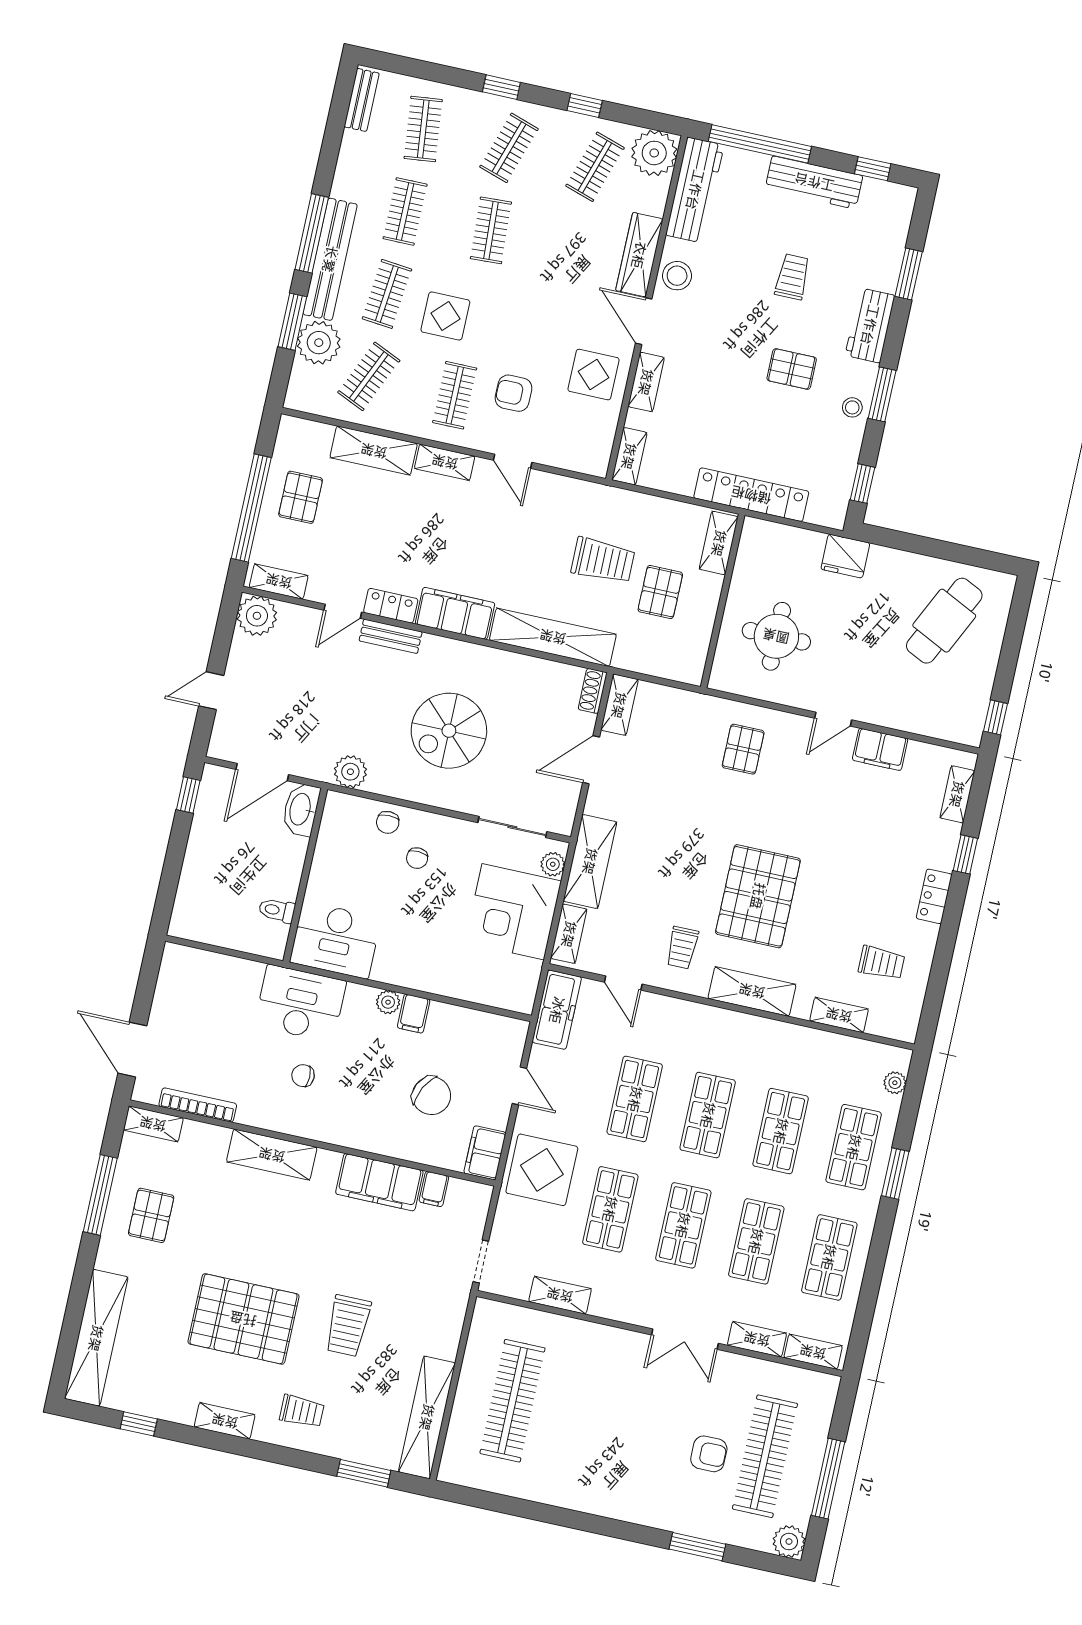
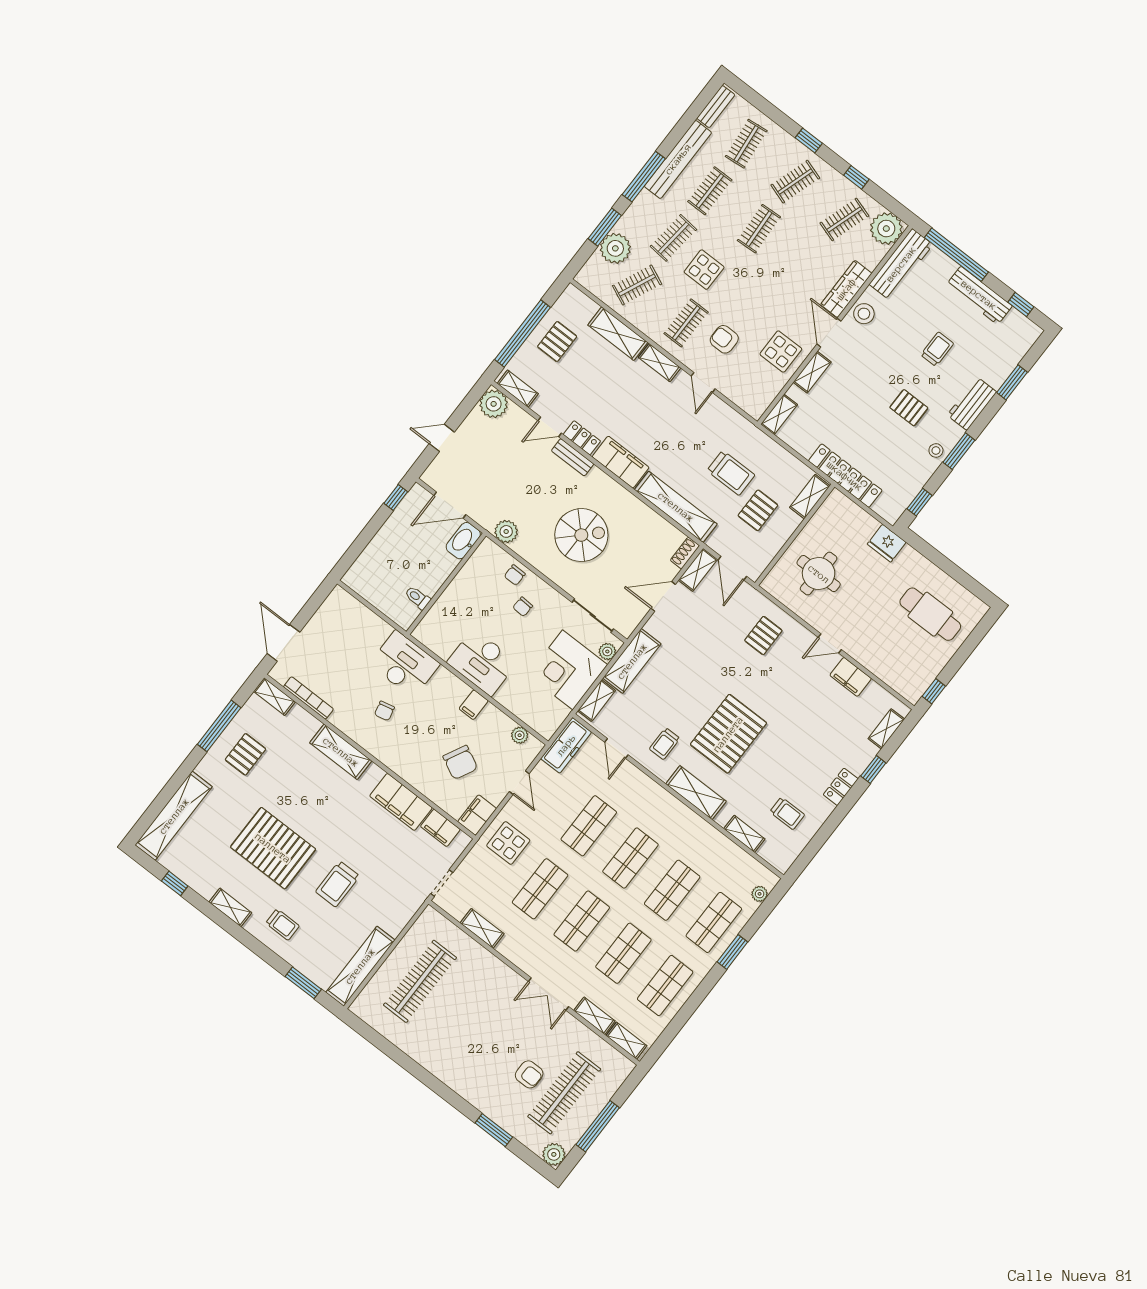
bench: (330, 259) -> (678, 159), moved
cafe table: (944, 621) -> (930, 614), turned 64
door: (663, 682) -> (732, 568), added
spiral stairs: (449, 731) -> (581, 535), turned 180
desk: (335, 940) -> (482, 662), moved
plant: (388, 1002) -> (520, 735), moved
chair: (303, 1076) -> (384, 711), turned -103
display table: (542, 1170) -> (508, 843), width x0.73, depth x0.73
filing cabinet: (434, 1189) -> (440, 828), width x2.00

